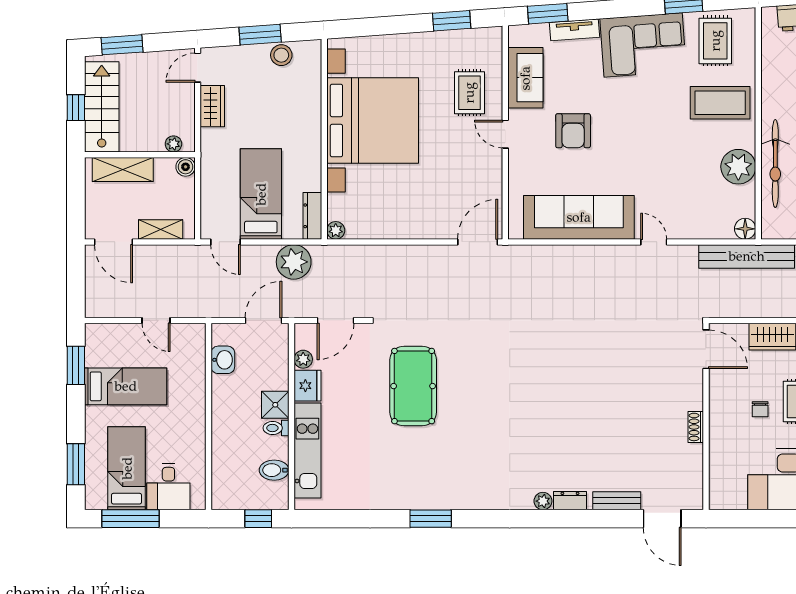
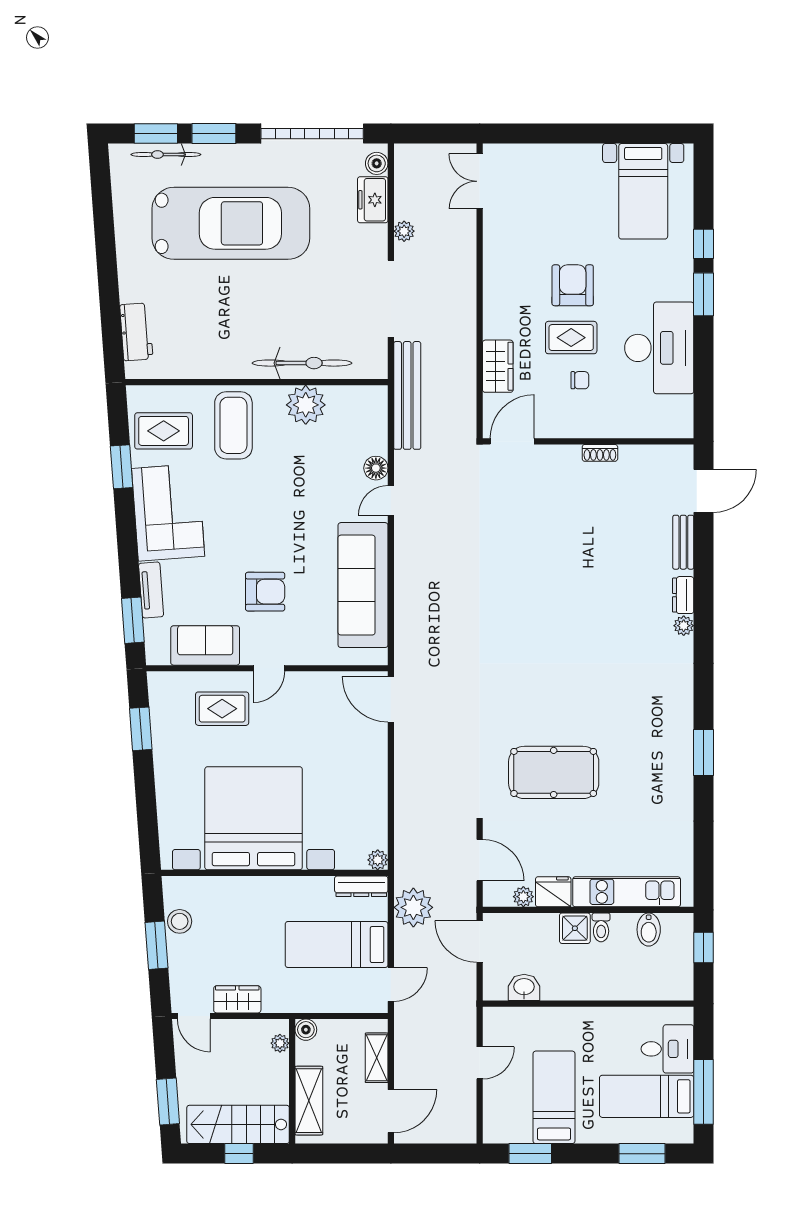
floor lamp: (745, 229) -> (376, 468), moved

